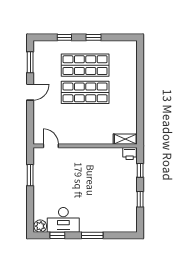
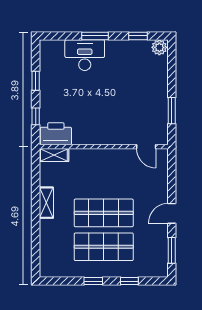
shelving: (131, 101) -> (46, 203), added
printer: (130, 153) -> (56, 134), width x1.87, depth x1.48
desk: (63, 220) -> (85, 55), moved

